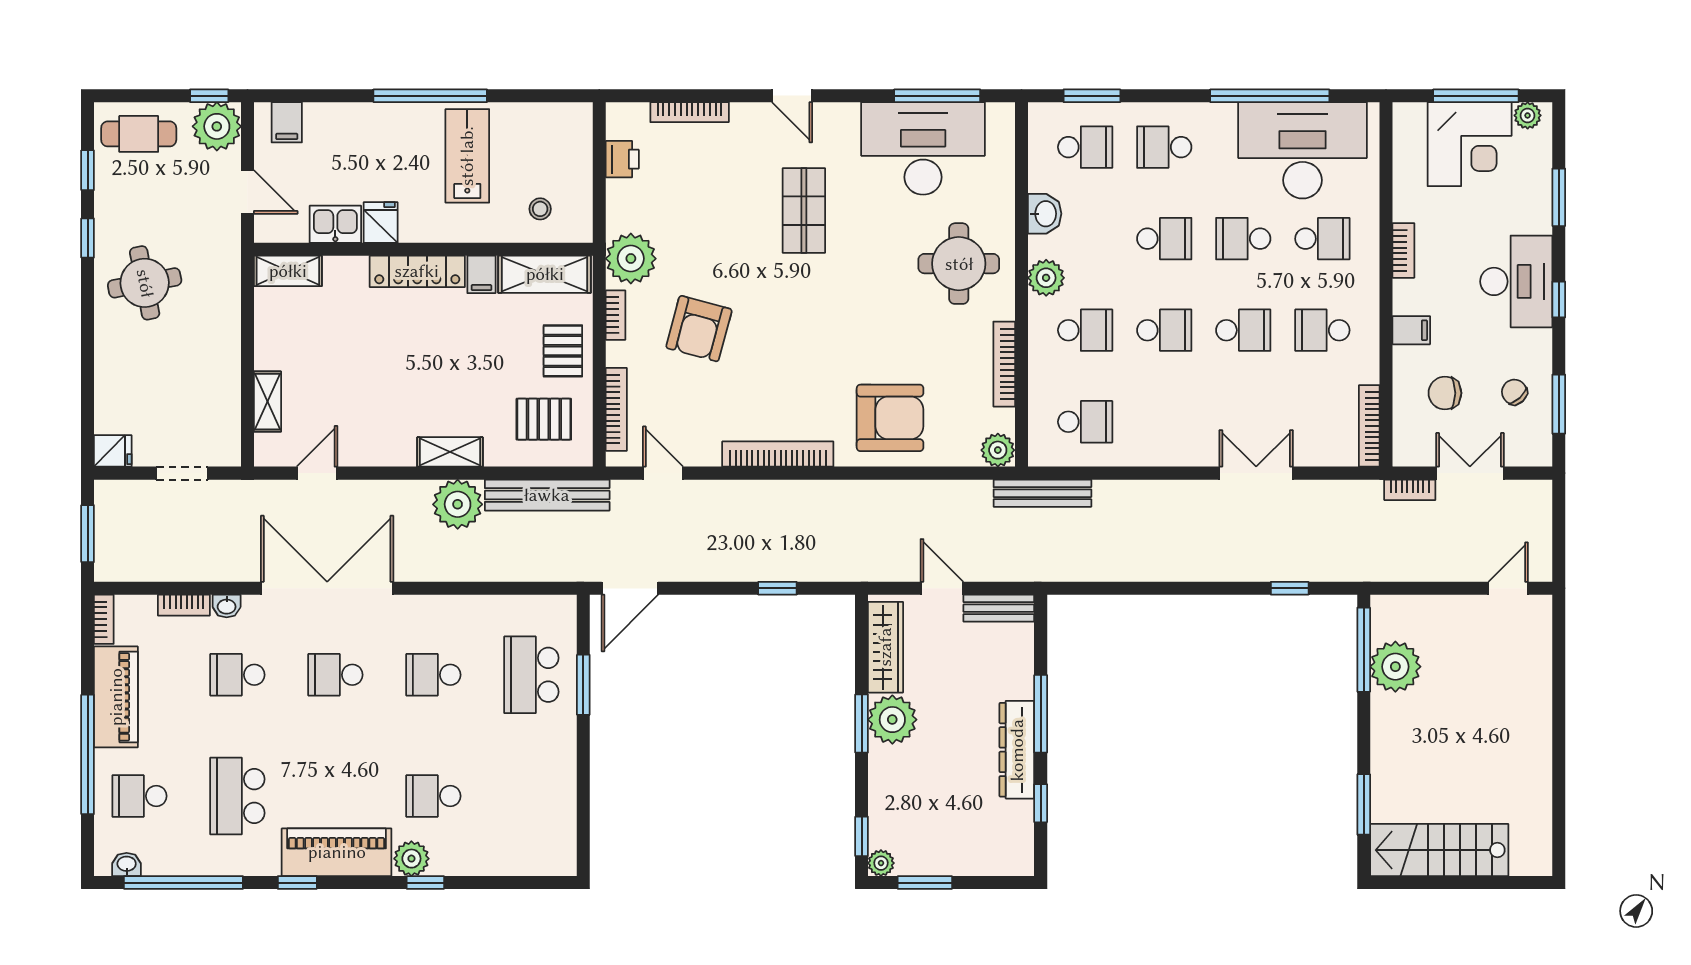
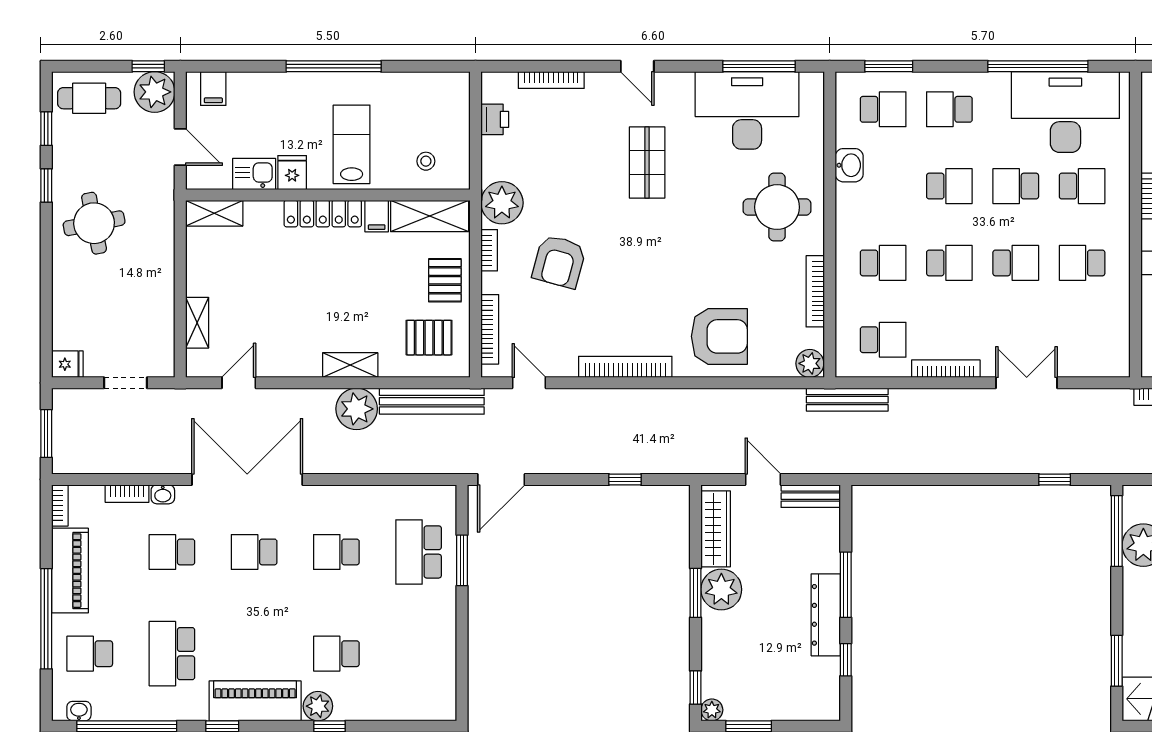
lab bench: (467, 156) -> (352, 144), moved
plant: (1046, 278) -> (850, 219), removed
bookcase: (1369, 426) -> (946, 369), moved, turned 90

